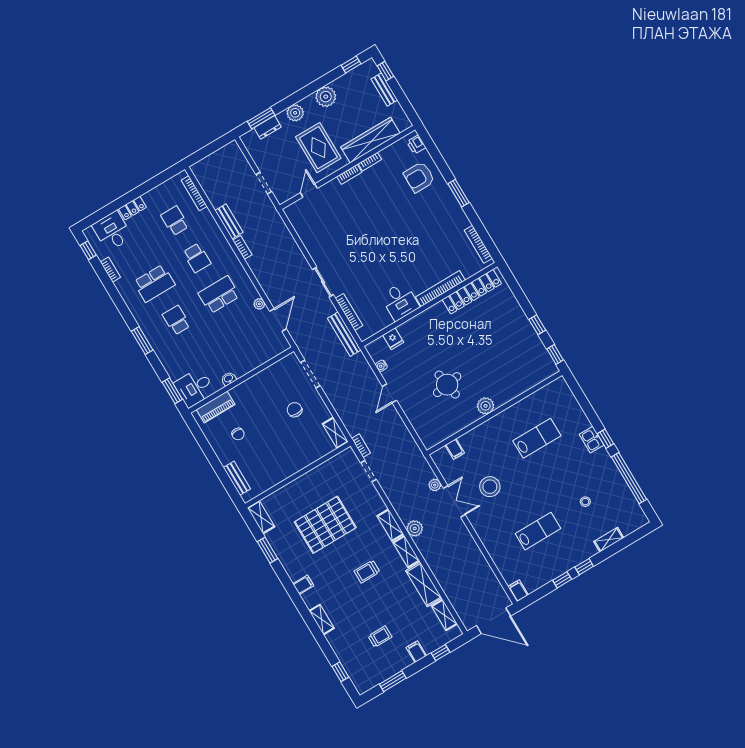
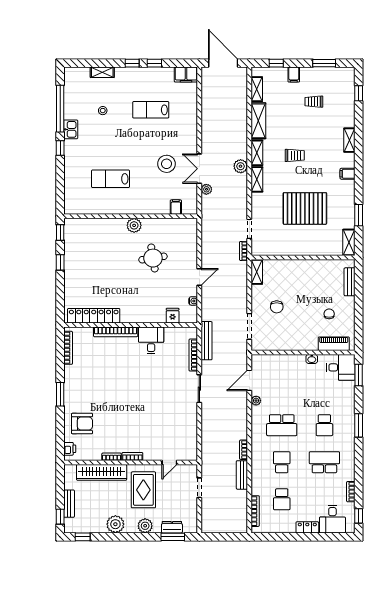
kitchen sink: (592, 440) -> (71, 129), moved
filing cabinet: (518, 591) -> (186, 75), width x2.00

